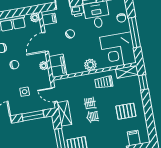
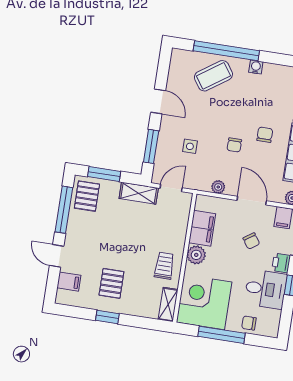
filing cabinet: (58, 66) -> (202, 228), moved, turned -90
window: (143, 82) -> (107, 317), moved

